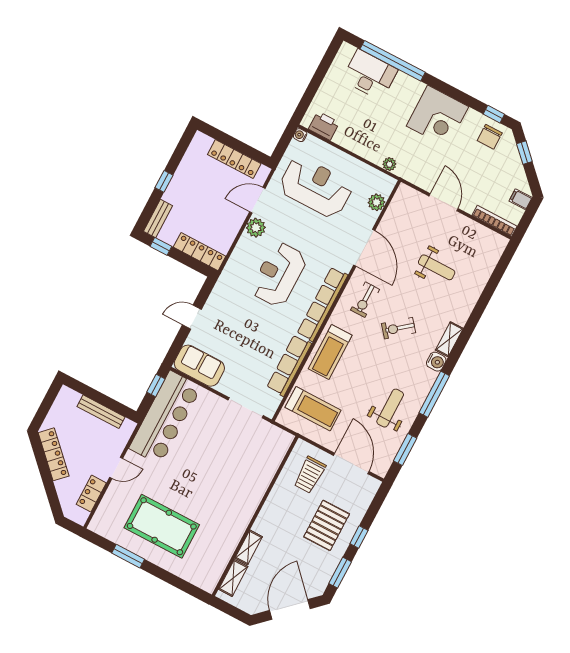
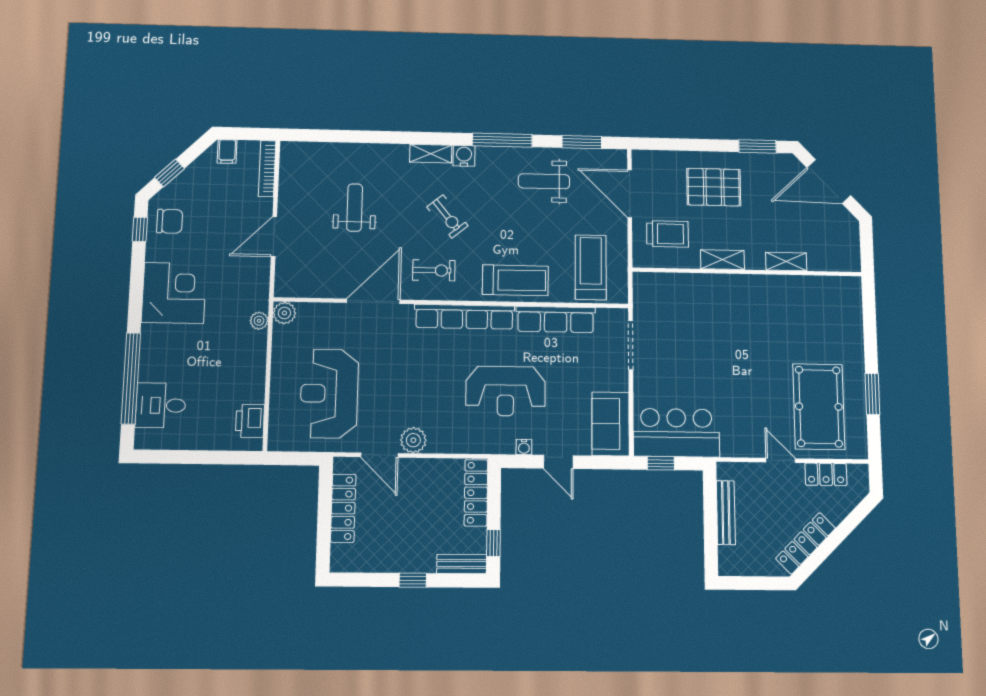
desk: (370, 75) -> (161, 405), width x0.73
water cooler: (300, 135) -> (524, 447), moved
plant: (376, 202) -> (284, 313), moved
reception desk: (279, 275) -> (505, 391), moved
bar counter: (165, 418) -> (676, 433), width x0.73
door: (351, 463) -> (630, 194), hinge flipped
pool table: (162, 526) -> (819, 407), moved
window: (359, 537) -> (707, 145), removed
shelving: (233, 578) -> (722, 260), moved

